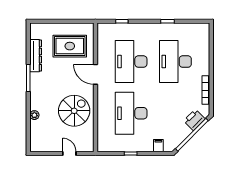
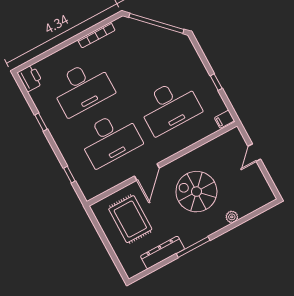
spiral stairs: (74, 111) -> (196, 192), moved
printer: (194, 120) -> (30, 78), moved, turned -135
filing cabinet: (158, 146) -> (224, 119), moved

